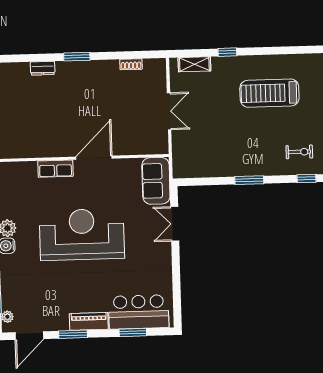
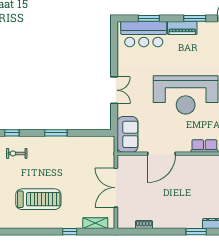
window: (77, 57) -> (196, 232), moved
double door: (169, 111) -> (116, 188), width x1.37
door: (94, 158) -> (162, 154), moved
double door: (175, 224) -> (114, 90), moved

